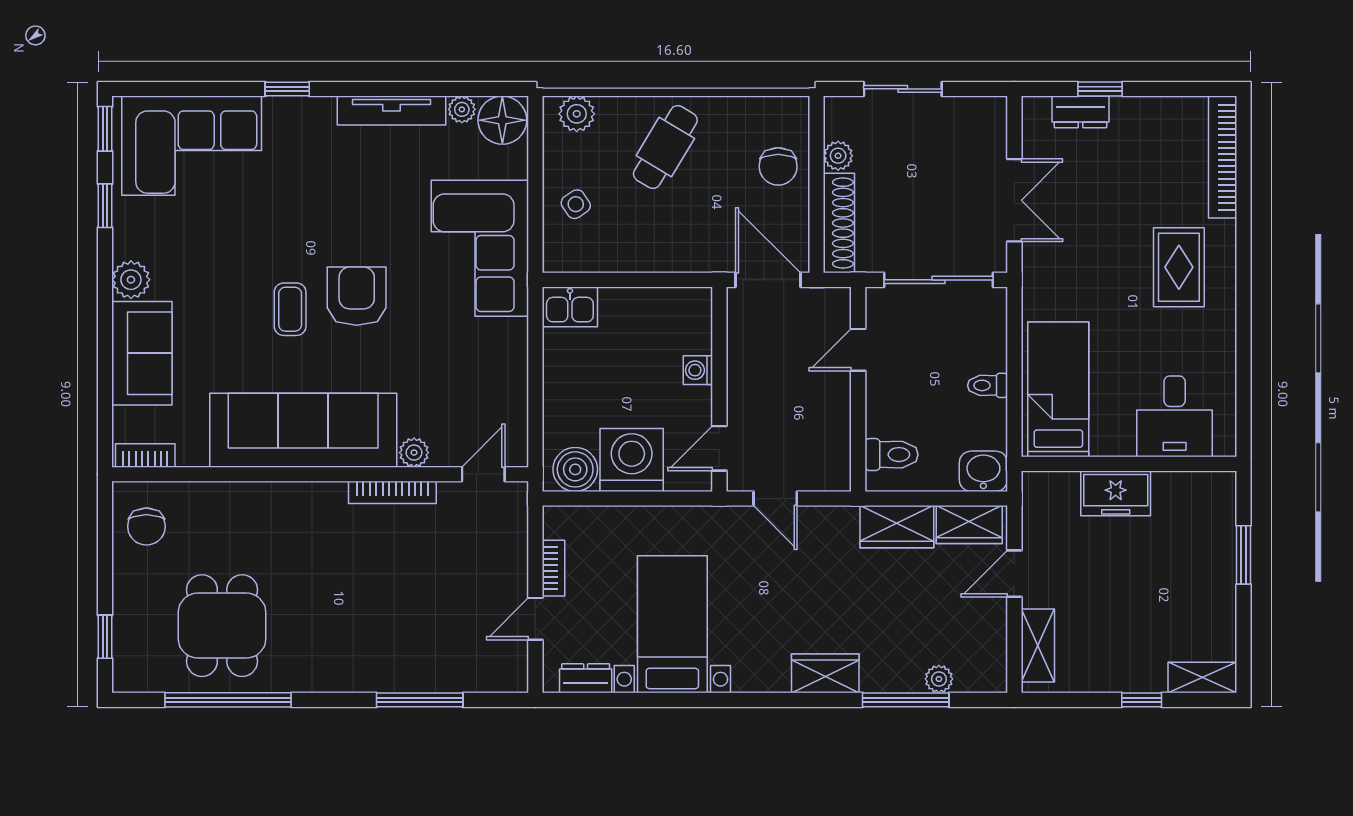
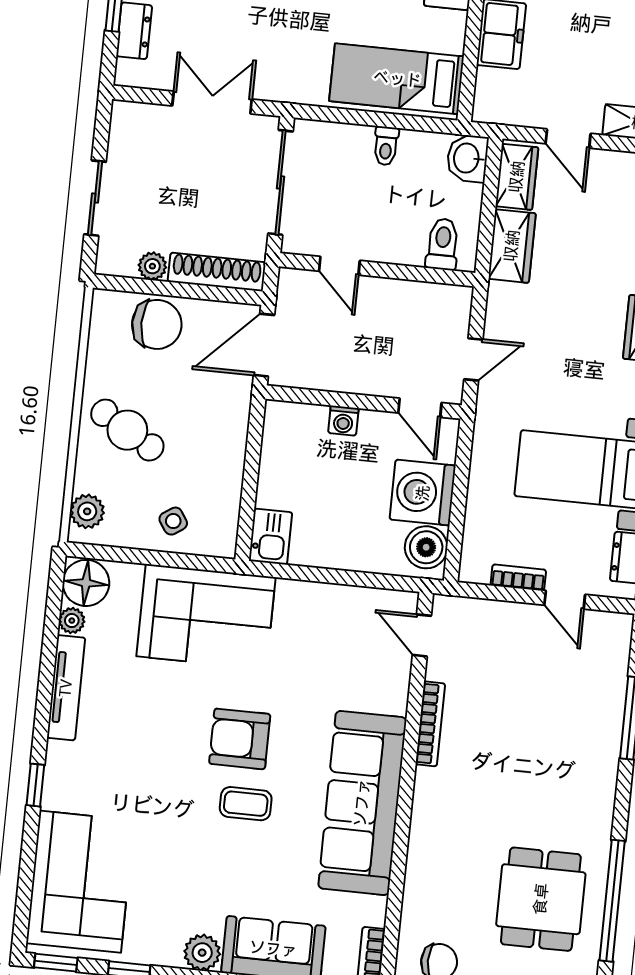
chair: (778, 166) -> (157, 324), width x1.37, depth x1.37
plant: (414, 453) -> (394, 699), removed
dining table: (222, 626) -> (541, 899), turned 90

